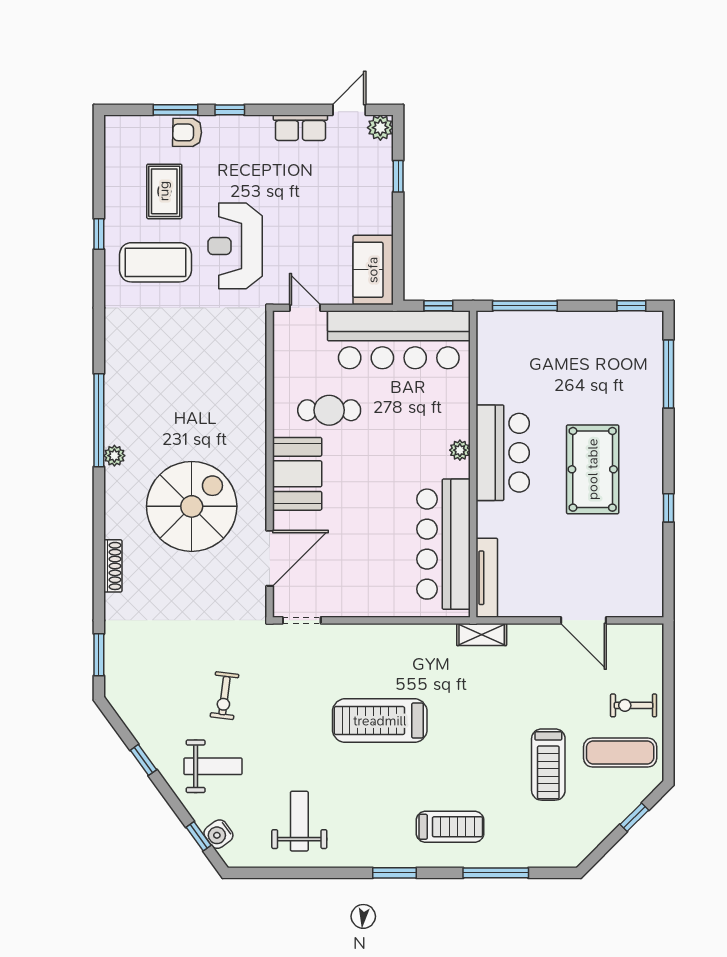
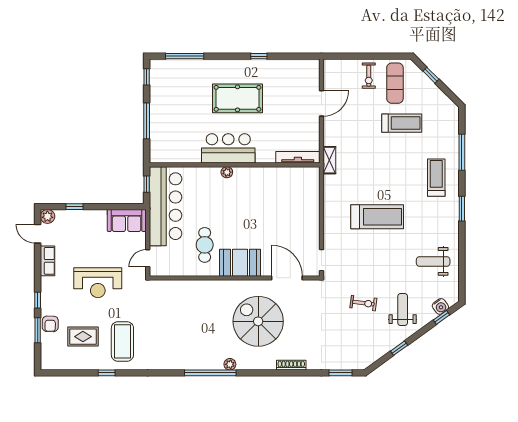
reception desk: (235, 246) -> (98, 283), moved
window: (525, 306) -> (147, 121), moved
bar counter: (443, 544) -> (279, 181), removed
treadmill: (380, 721) -> (377, 217), turned -90

